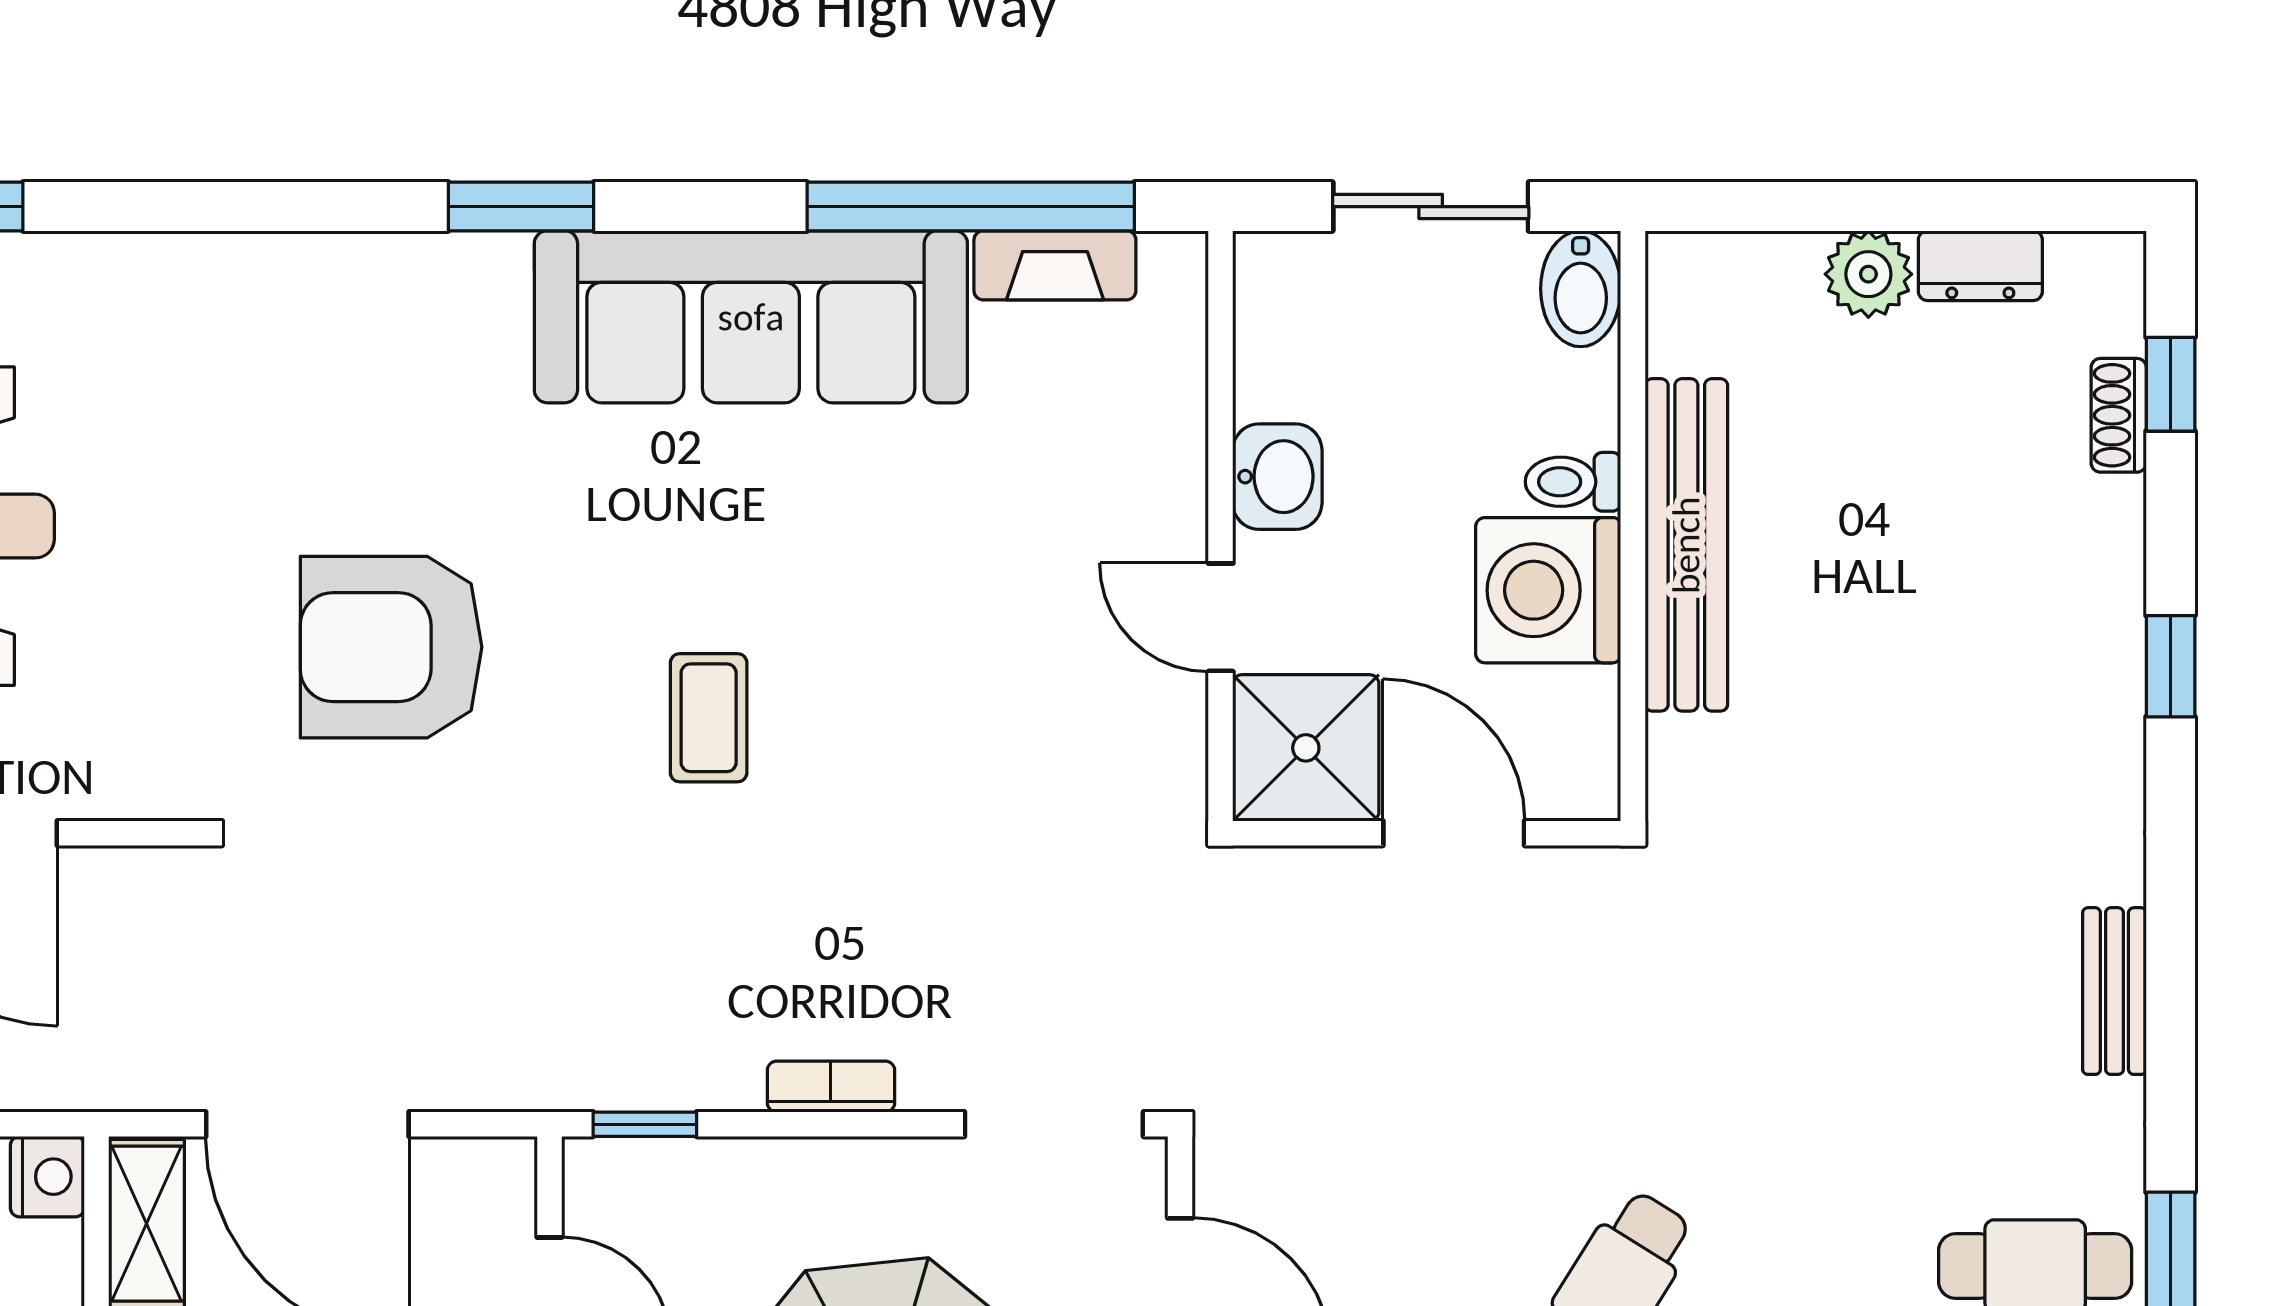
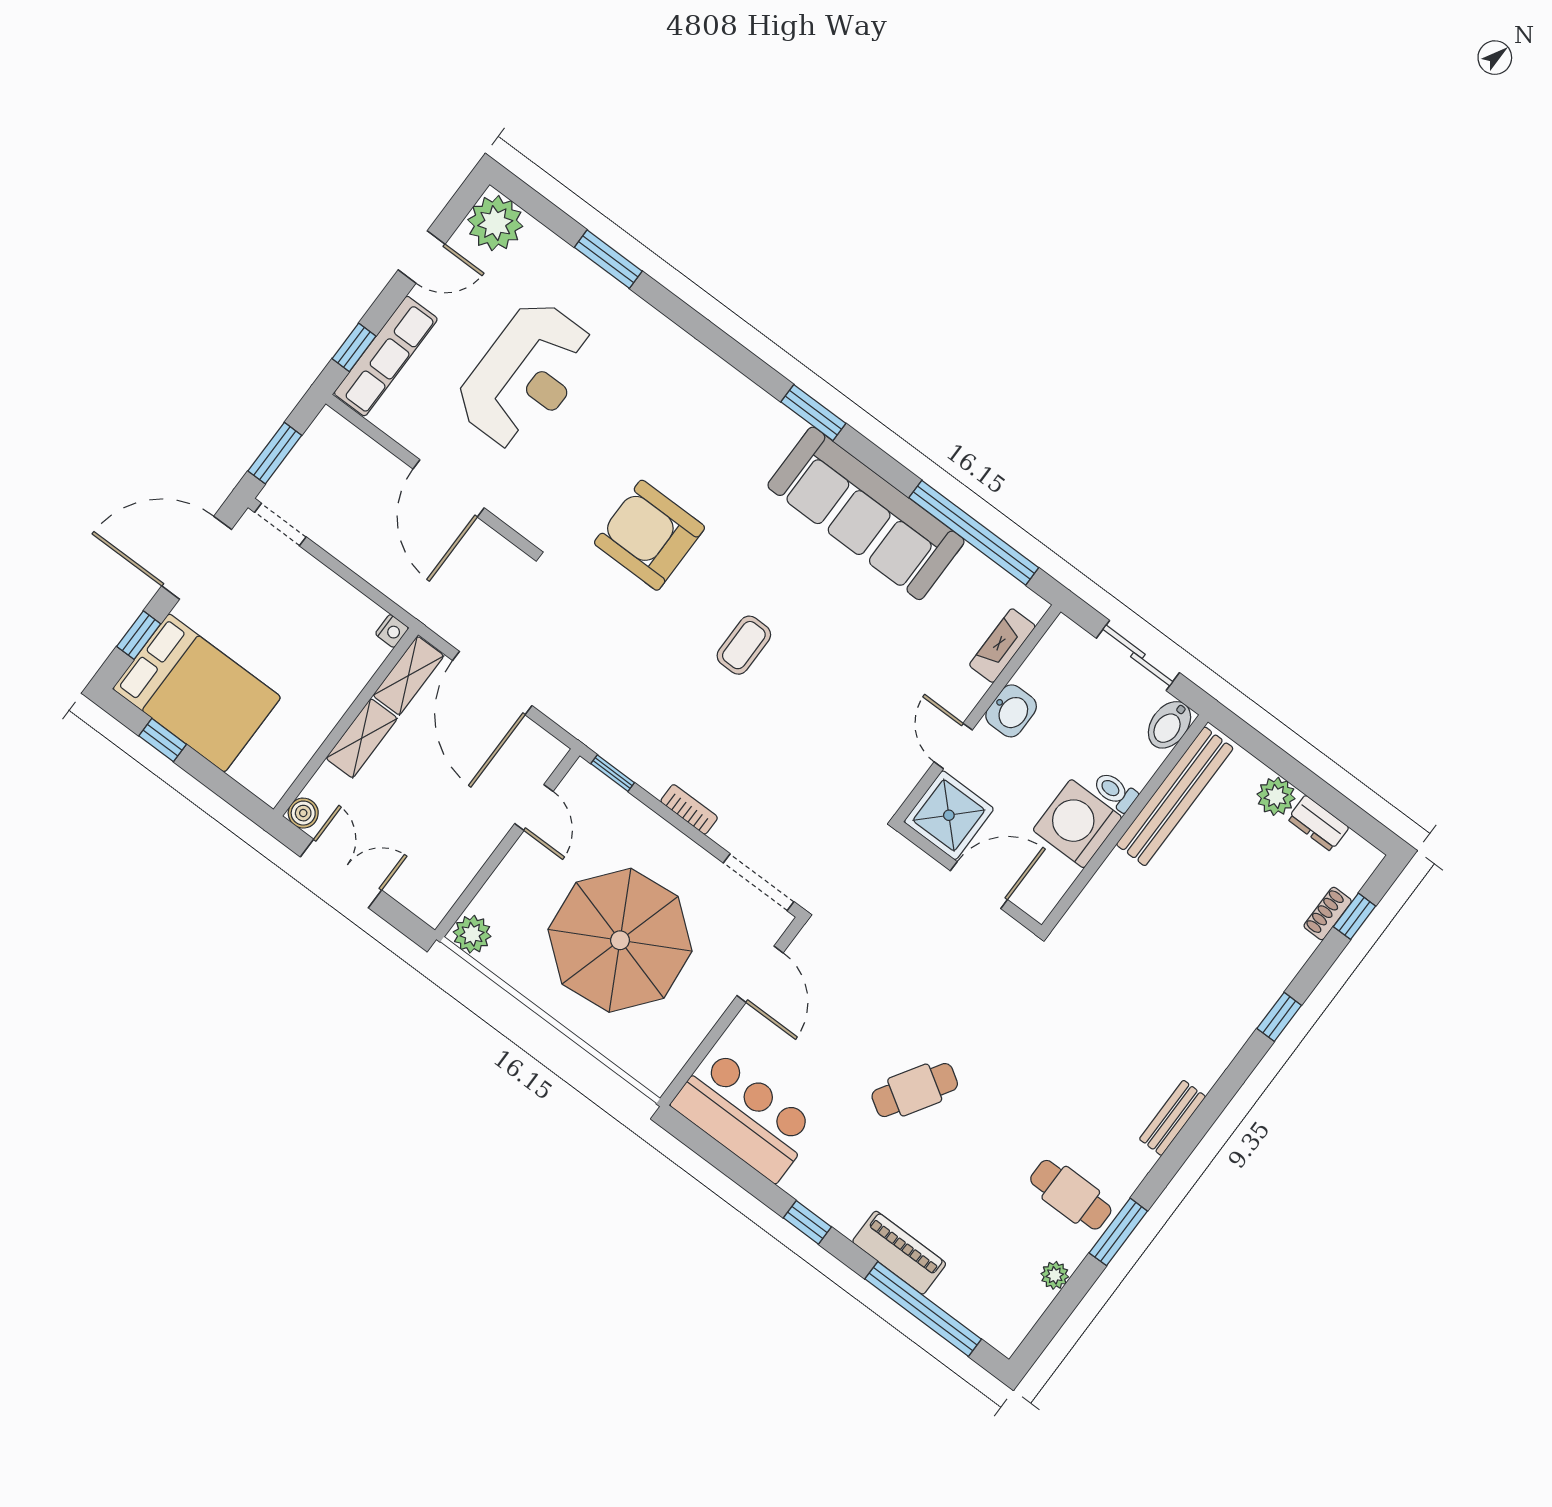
fireplace: (1055, 265) -> (1002, 646), moved, turned 90
bench: (1686, 545) -> (1175, 796), moved
door: (1454, 833) -> (979, 885), hinge flipped
nightstand: (47, 1177) -> (392, 631), width x0.72, depth x0.74

